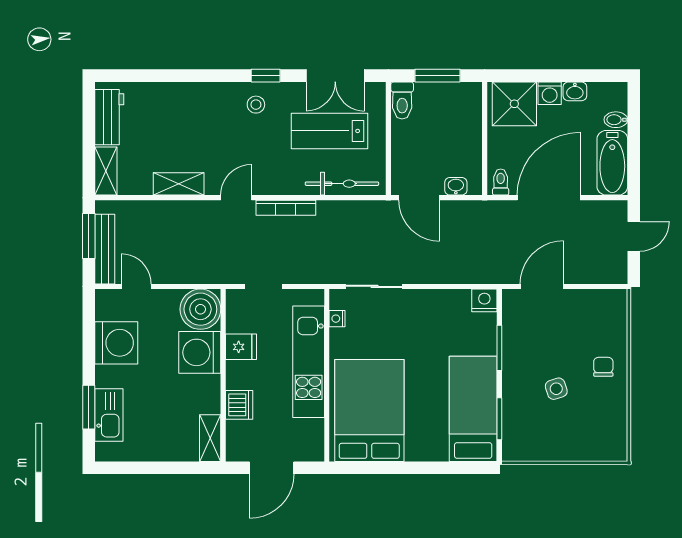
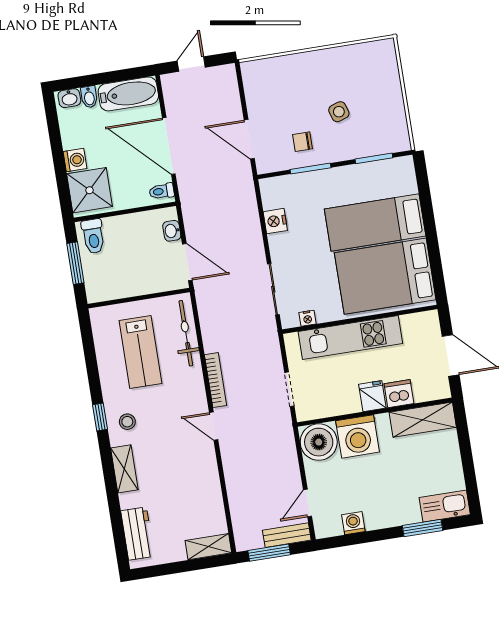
double door: (335, 76) -> (90, 355), removed
washbasin: (575, 91) -> (69, 98), moved, turned 90
toilet: (402, 100) -> (93, 236), moved, turned 90
workbench: (109, 117) -> (137, 534), moved, turned 90
shelving: (179, 184) -> (124, 469), moved
door: (419, 198) -> (187, 262), hinge flipped
door: (634, 236) -> (191, 64), hinge flipped
bench: (105, 249) -> (287, 535), width x0.73
nightstand: (484, 300) -> (275, 221), moved
washing machine: (116, 343) -> (353, 523), width x0.53, depth x0.53
fridge: (241, 347) -> (372, 396), moved
chair: (603, 367) -> (303, 142), moved
bed: (473, 409) -> (375, 222), moved
kitchen sink: (109, 415) -> (445, 506), moved
shelving: (210, 438) -> (423, 420), width x1.50, depth x1.33

